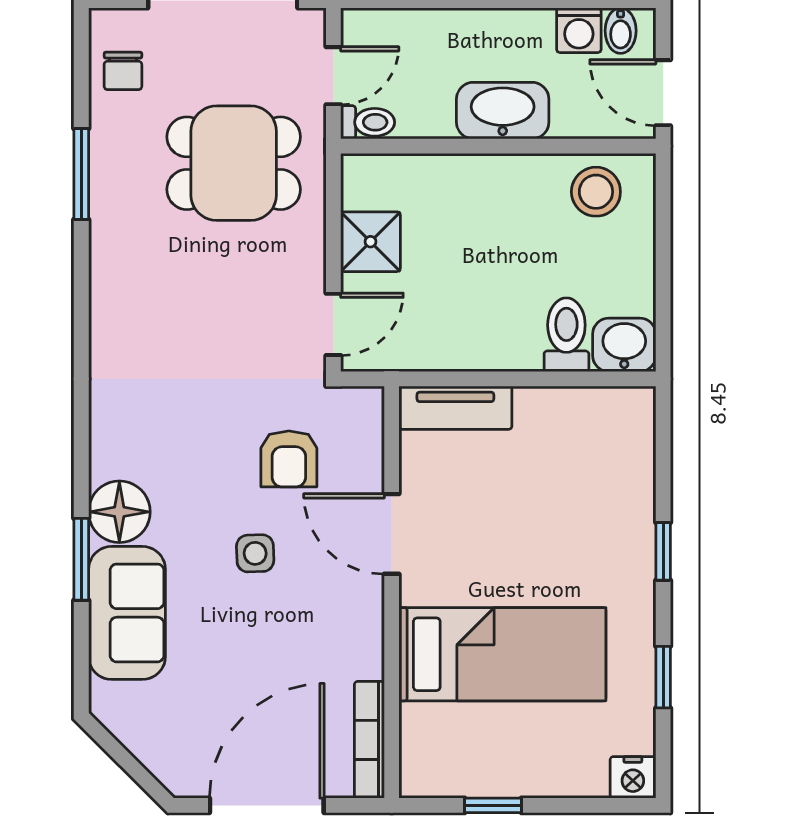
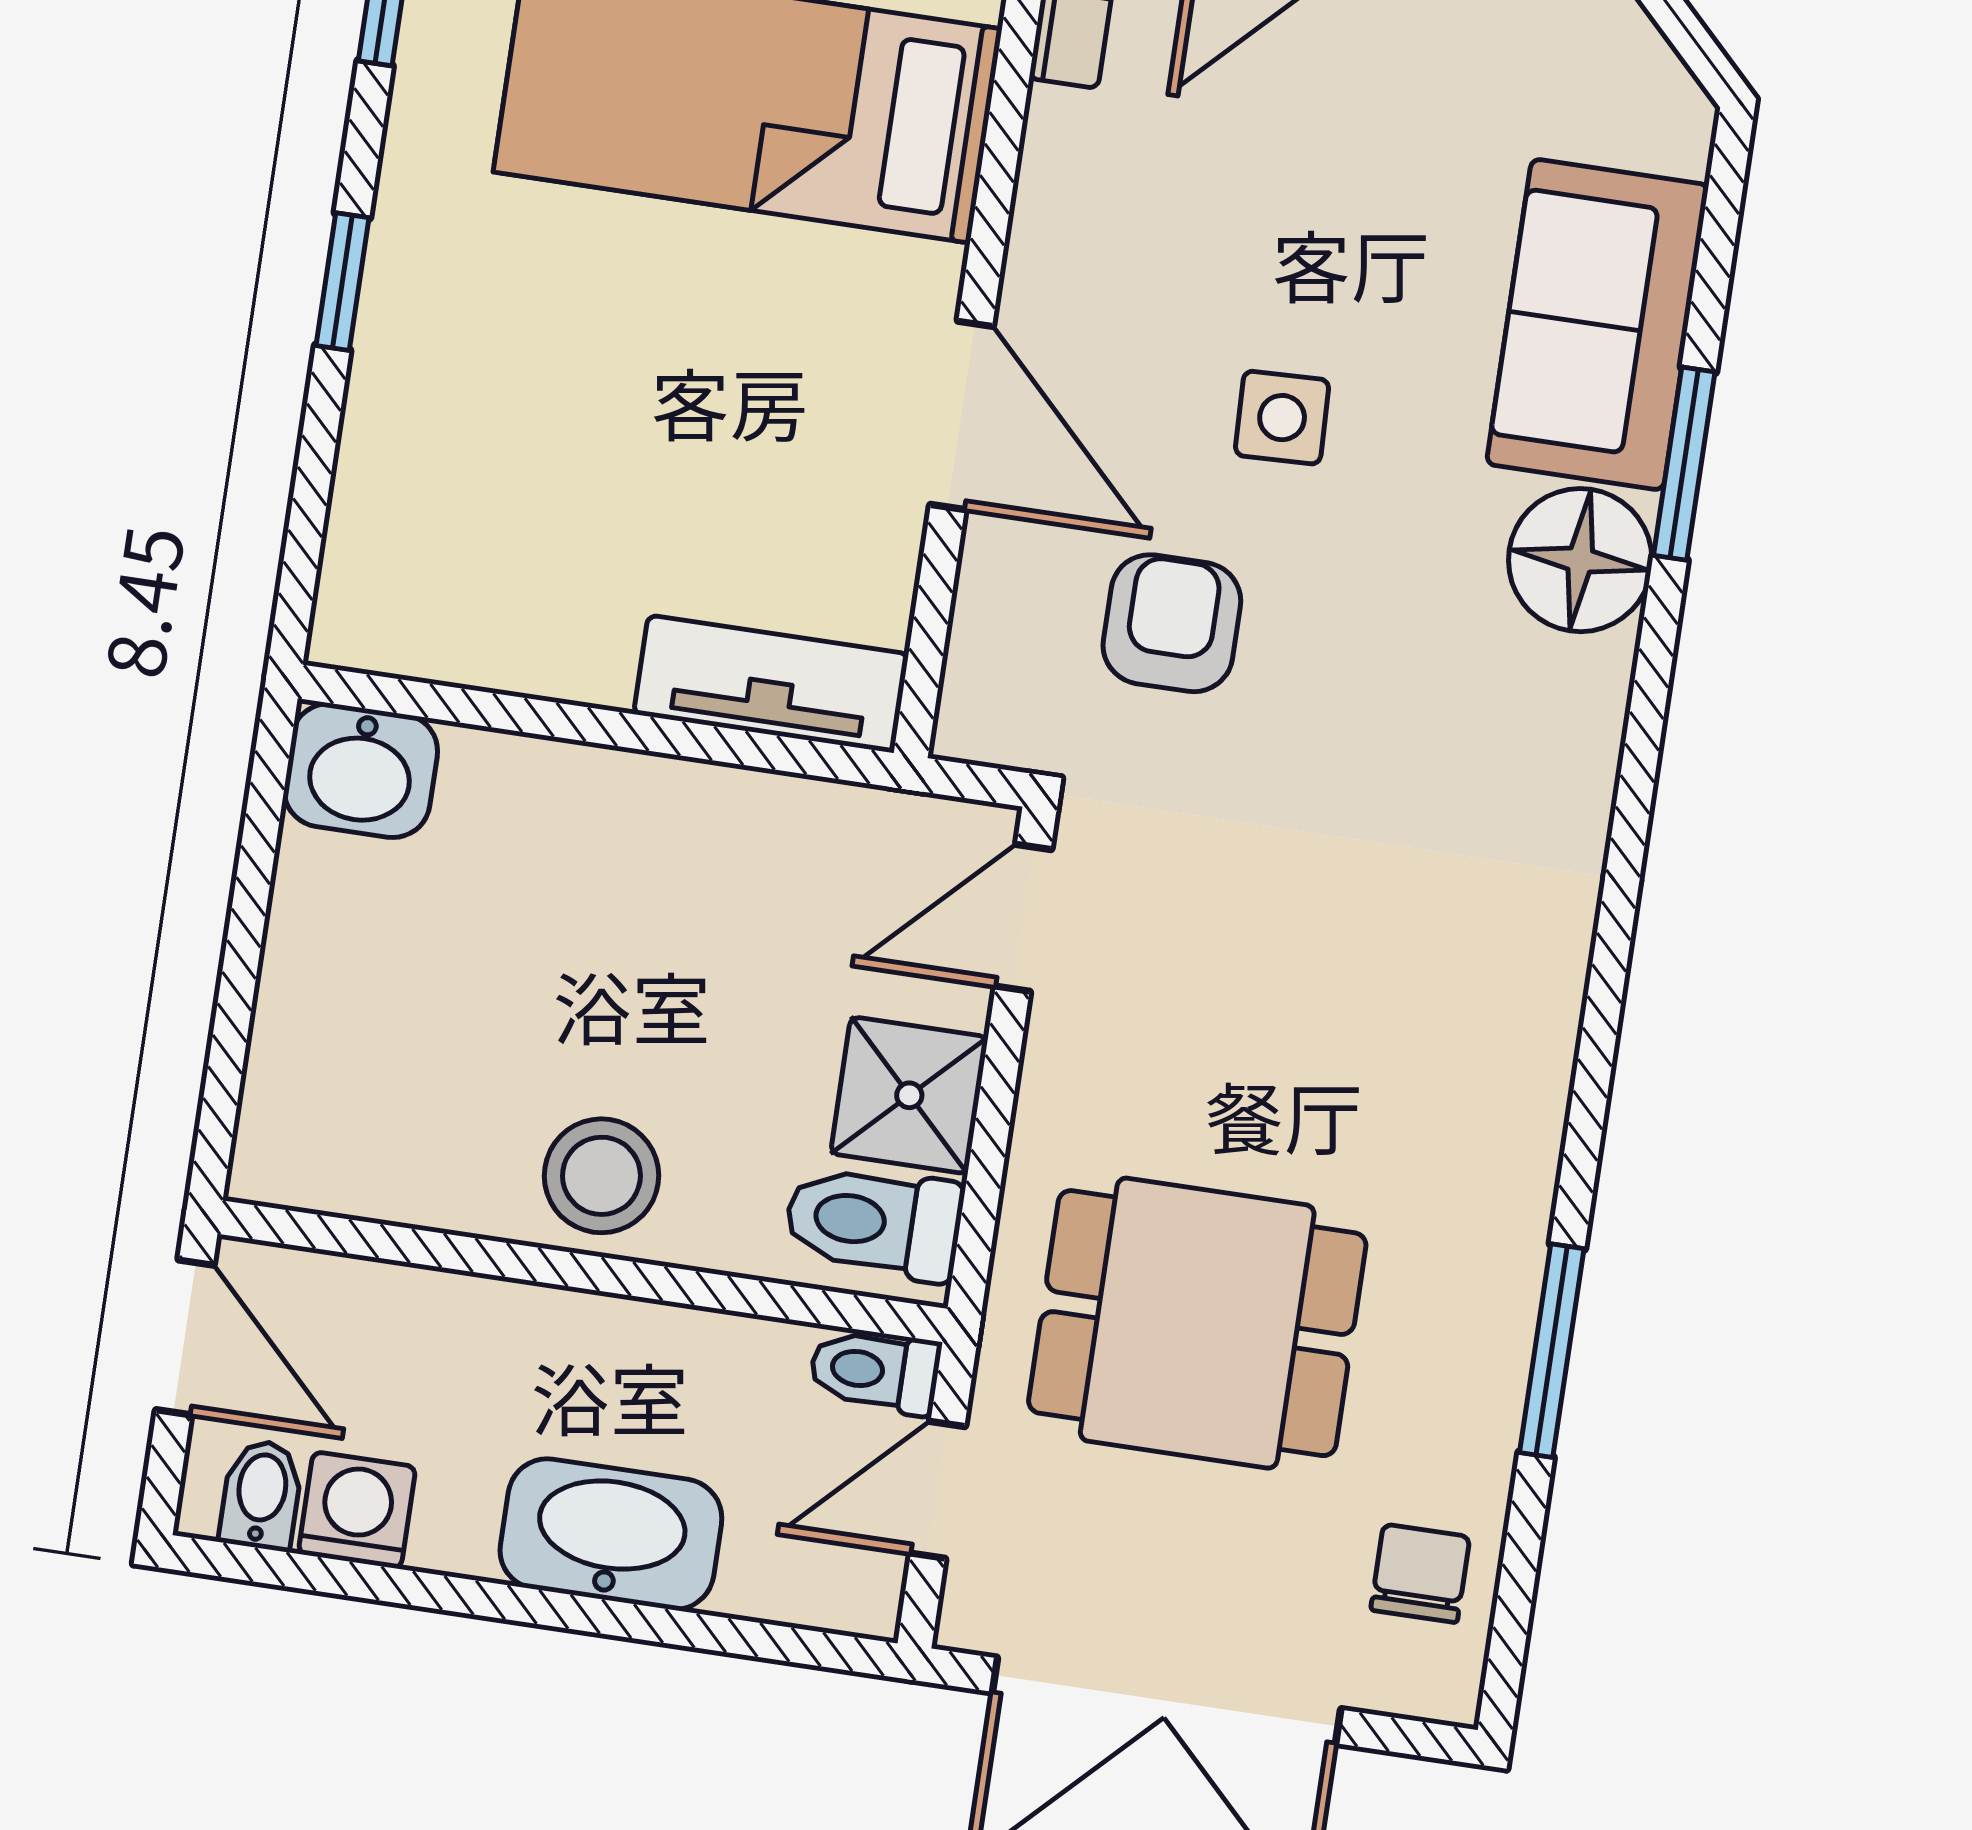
washbasin: (503, 111) -> (611, 1534), moved, turned 180
stool: (596, 192) -> (601, 1176), moved
toilet: (566, 335) -> (874, 1222), moved, turned 90

